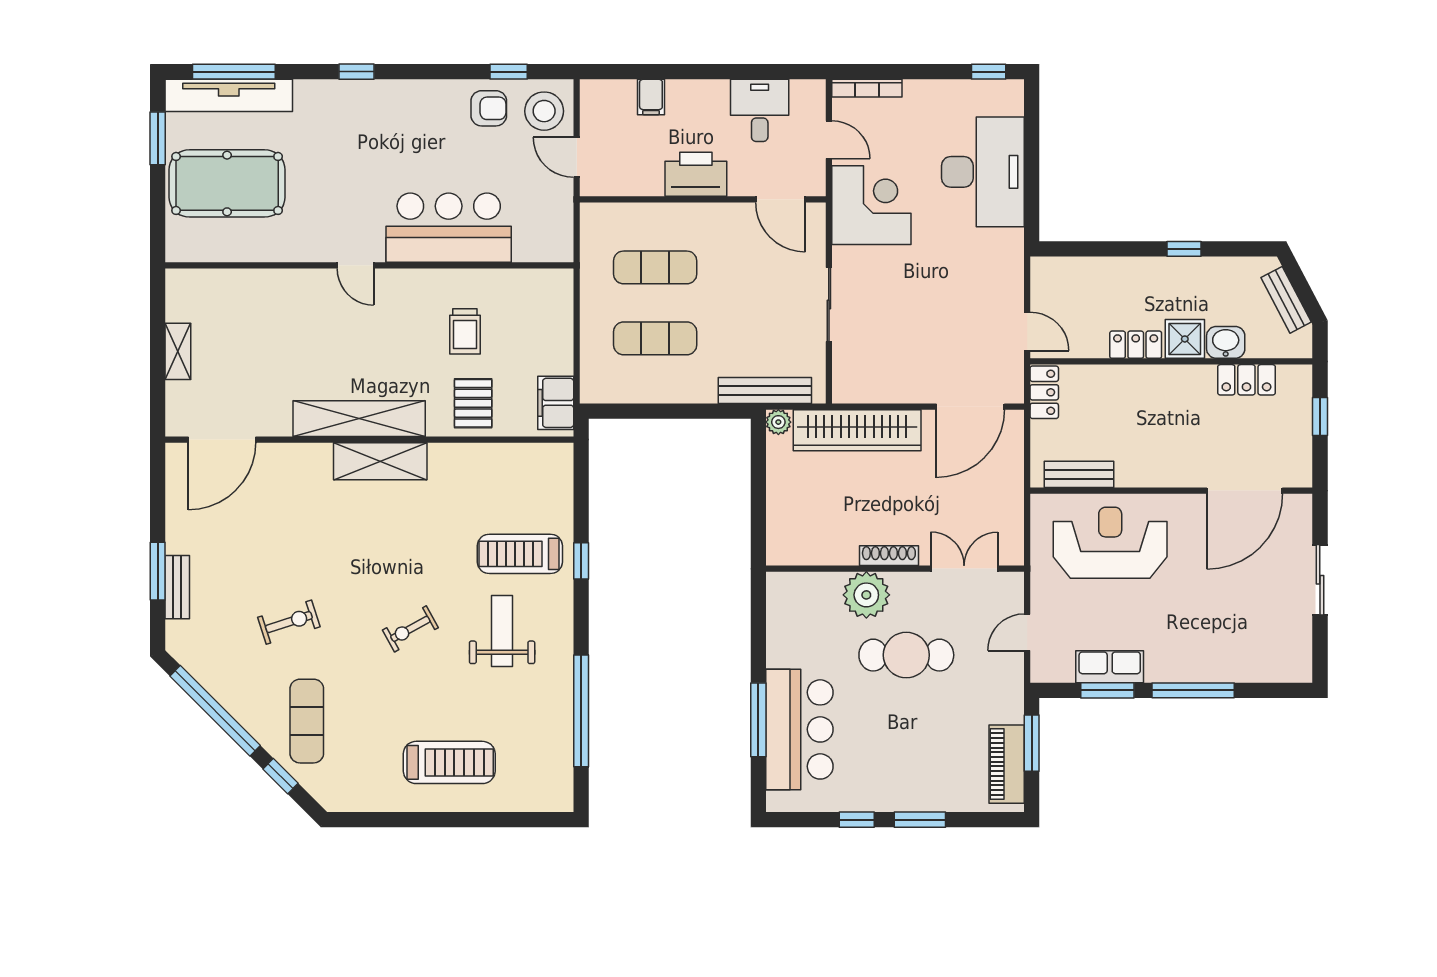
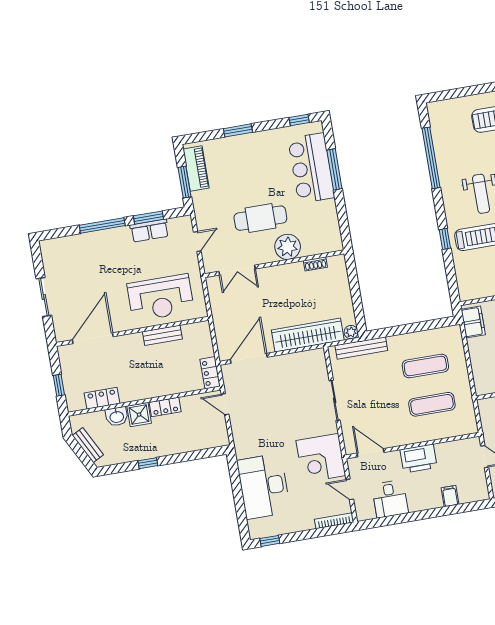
bench: (1079, 474) -> (162, 335), moved
shoe rack: (889, 556) -> (315, 264), moved, width x0.70
window: (857, 820) -> (299, 120), moved

